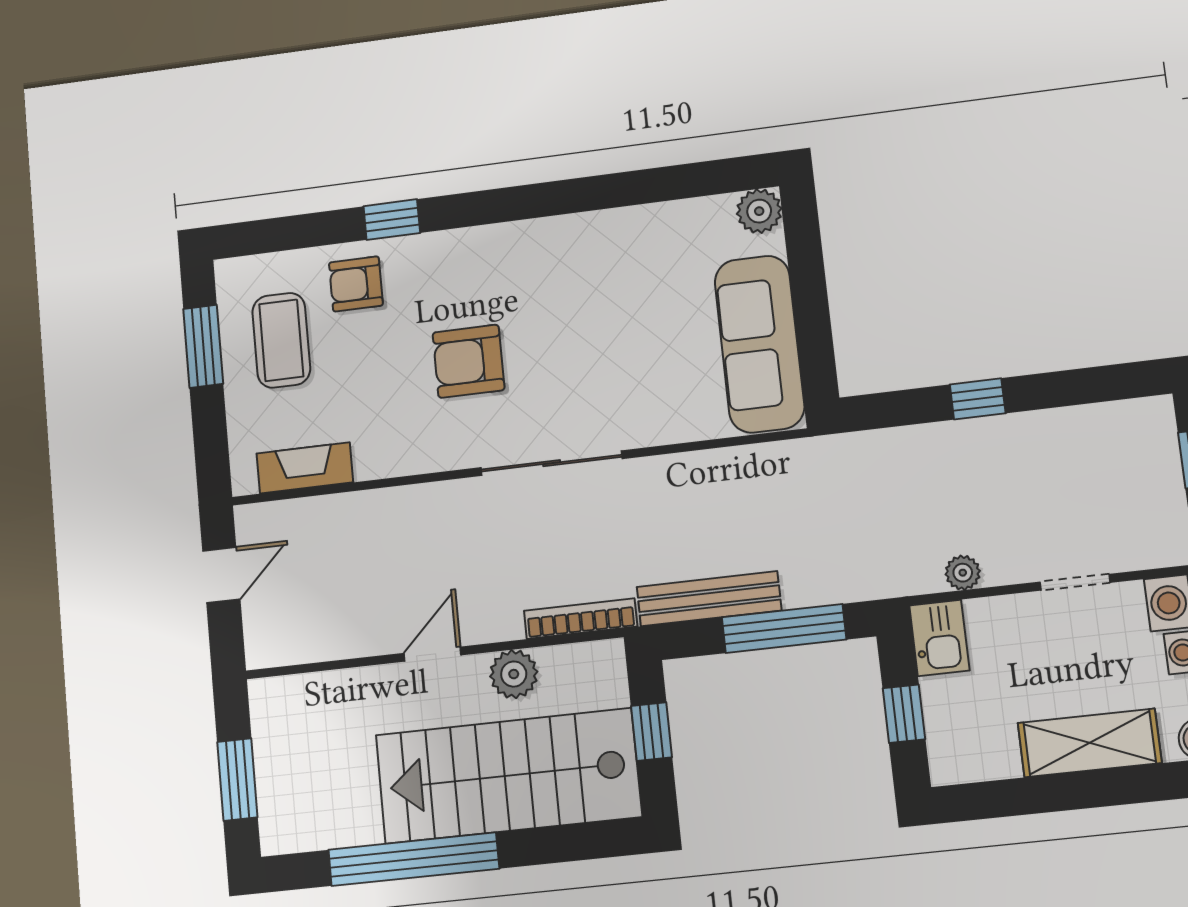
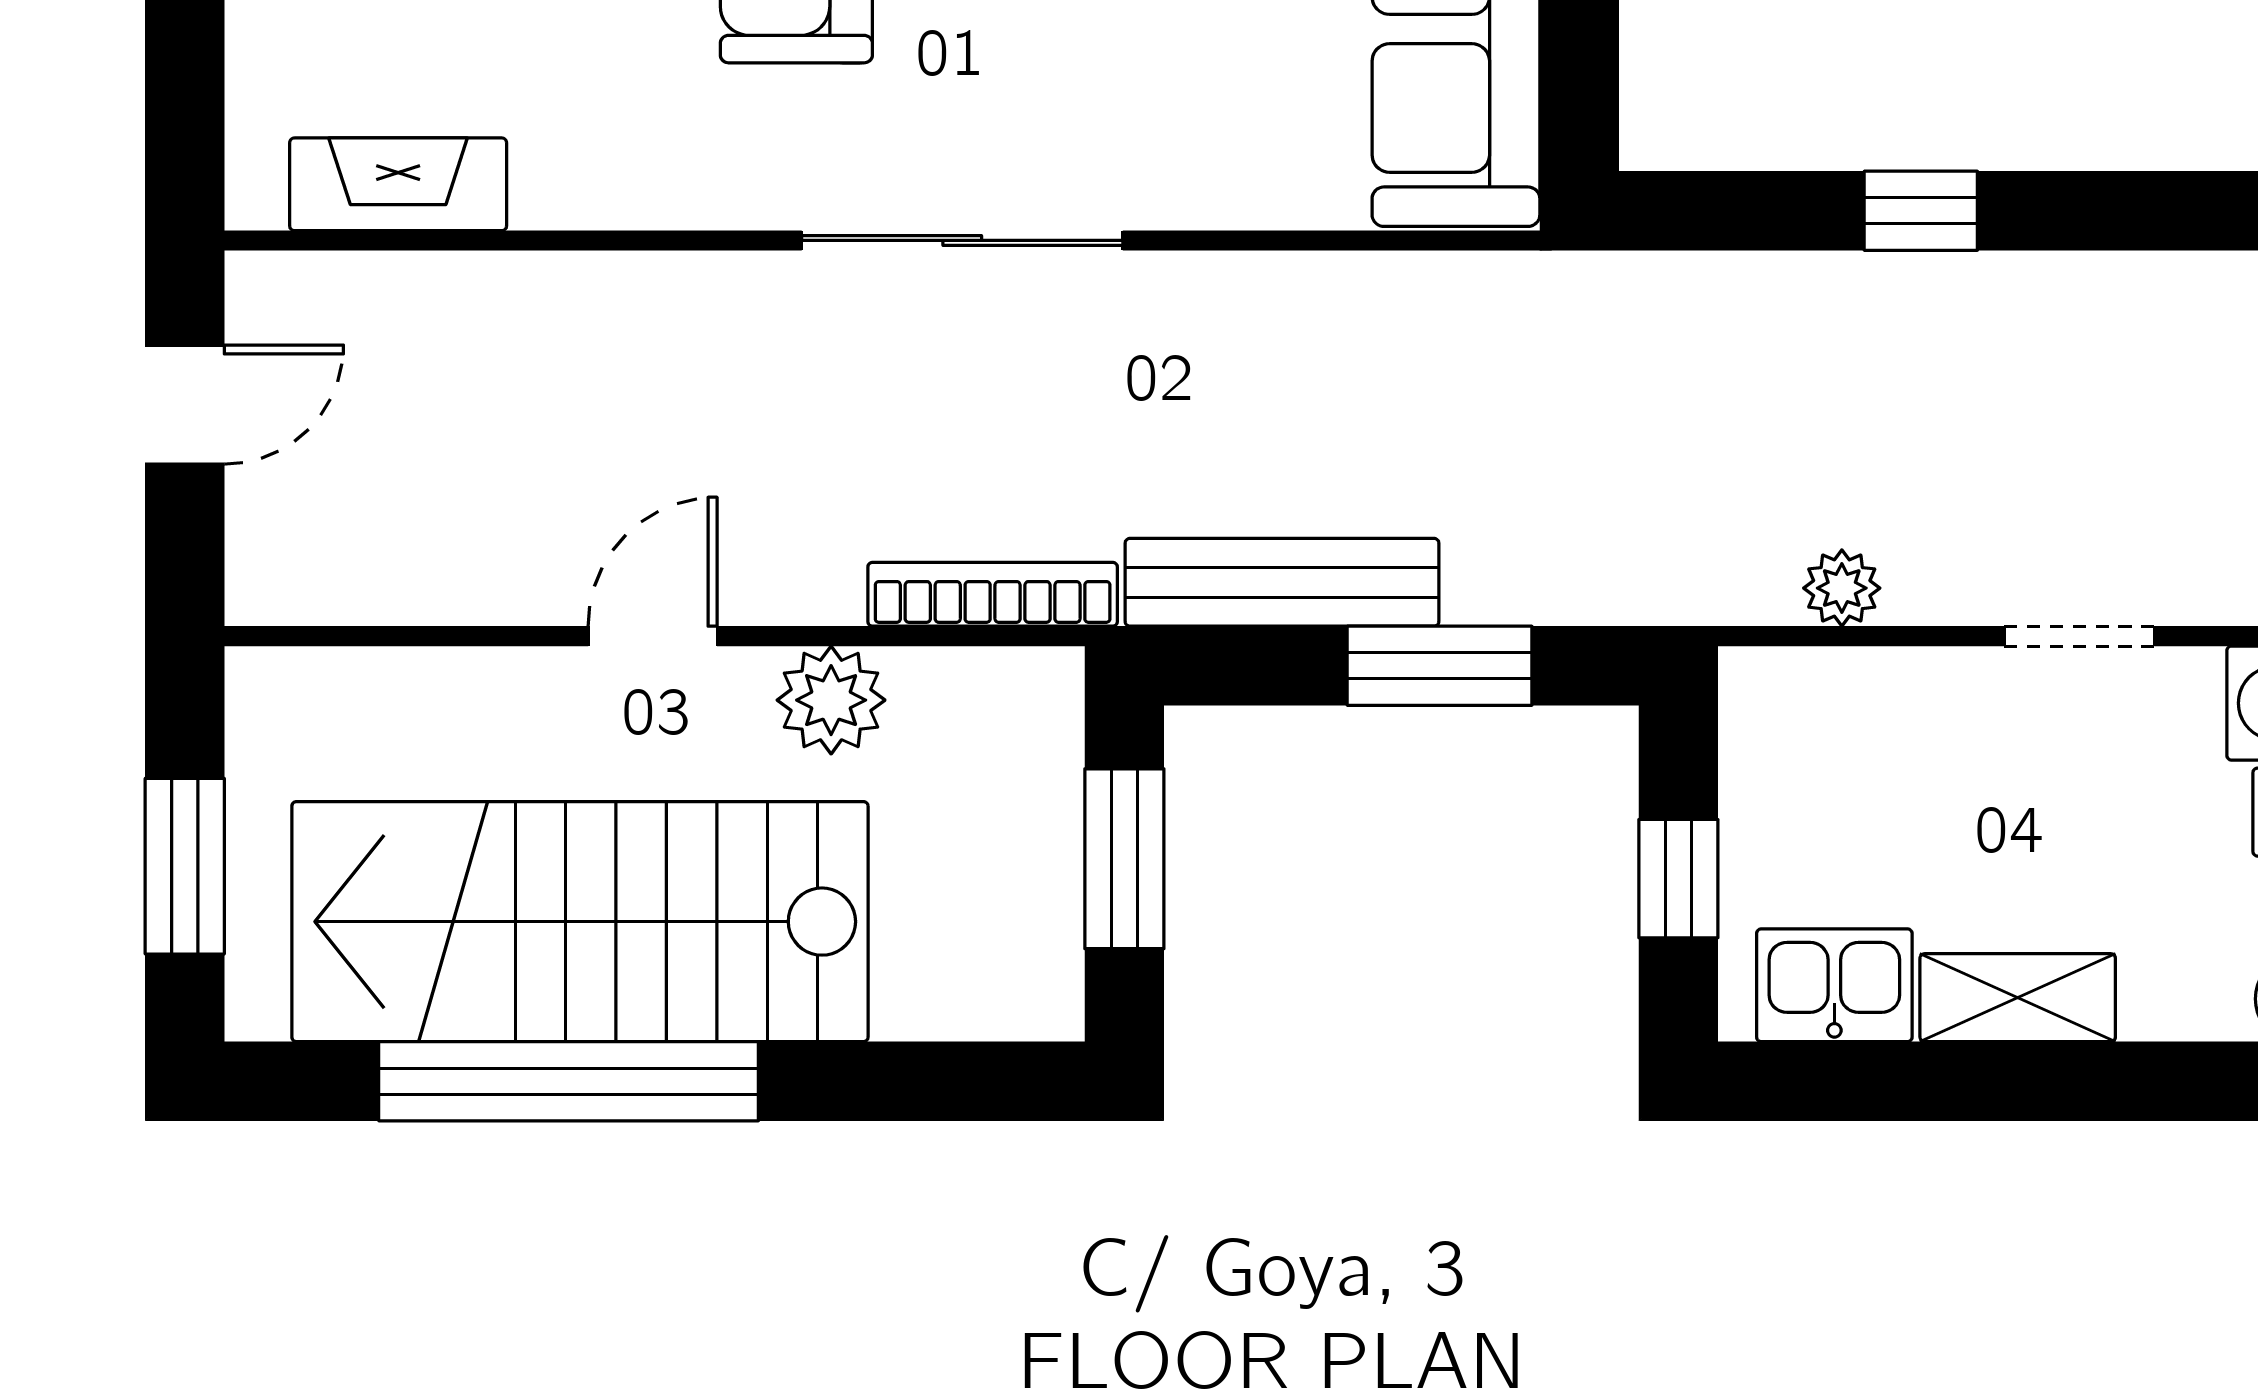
window: (784, 628) -> (1440, 666), width x0.69
kitchen sink: (939, 638) -> (1834, 985), moved, turned -90
window: (652, 732) -> (1124, 859), width x1.50
shelving: (1090, 743) -> (2018, 998), width x0.67, depth x0.75
stairs: (508, 776) -> (580, 922), moved

